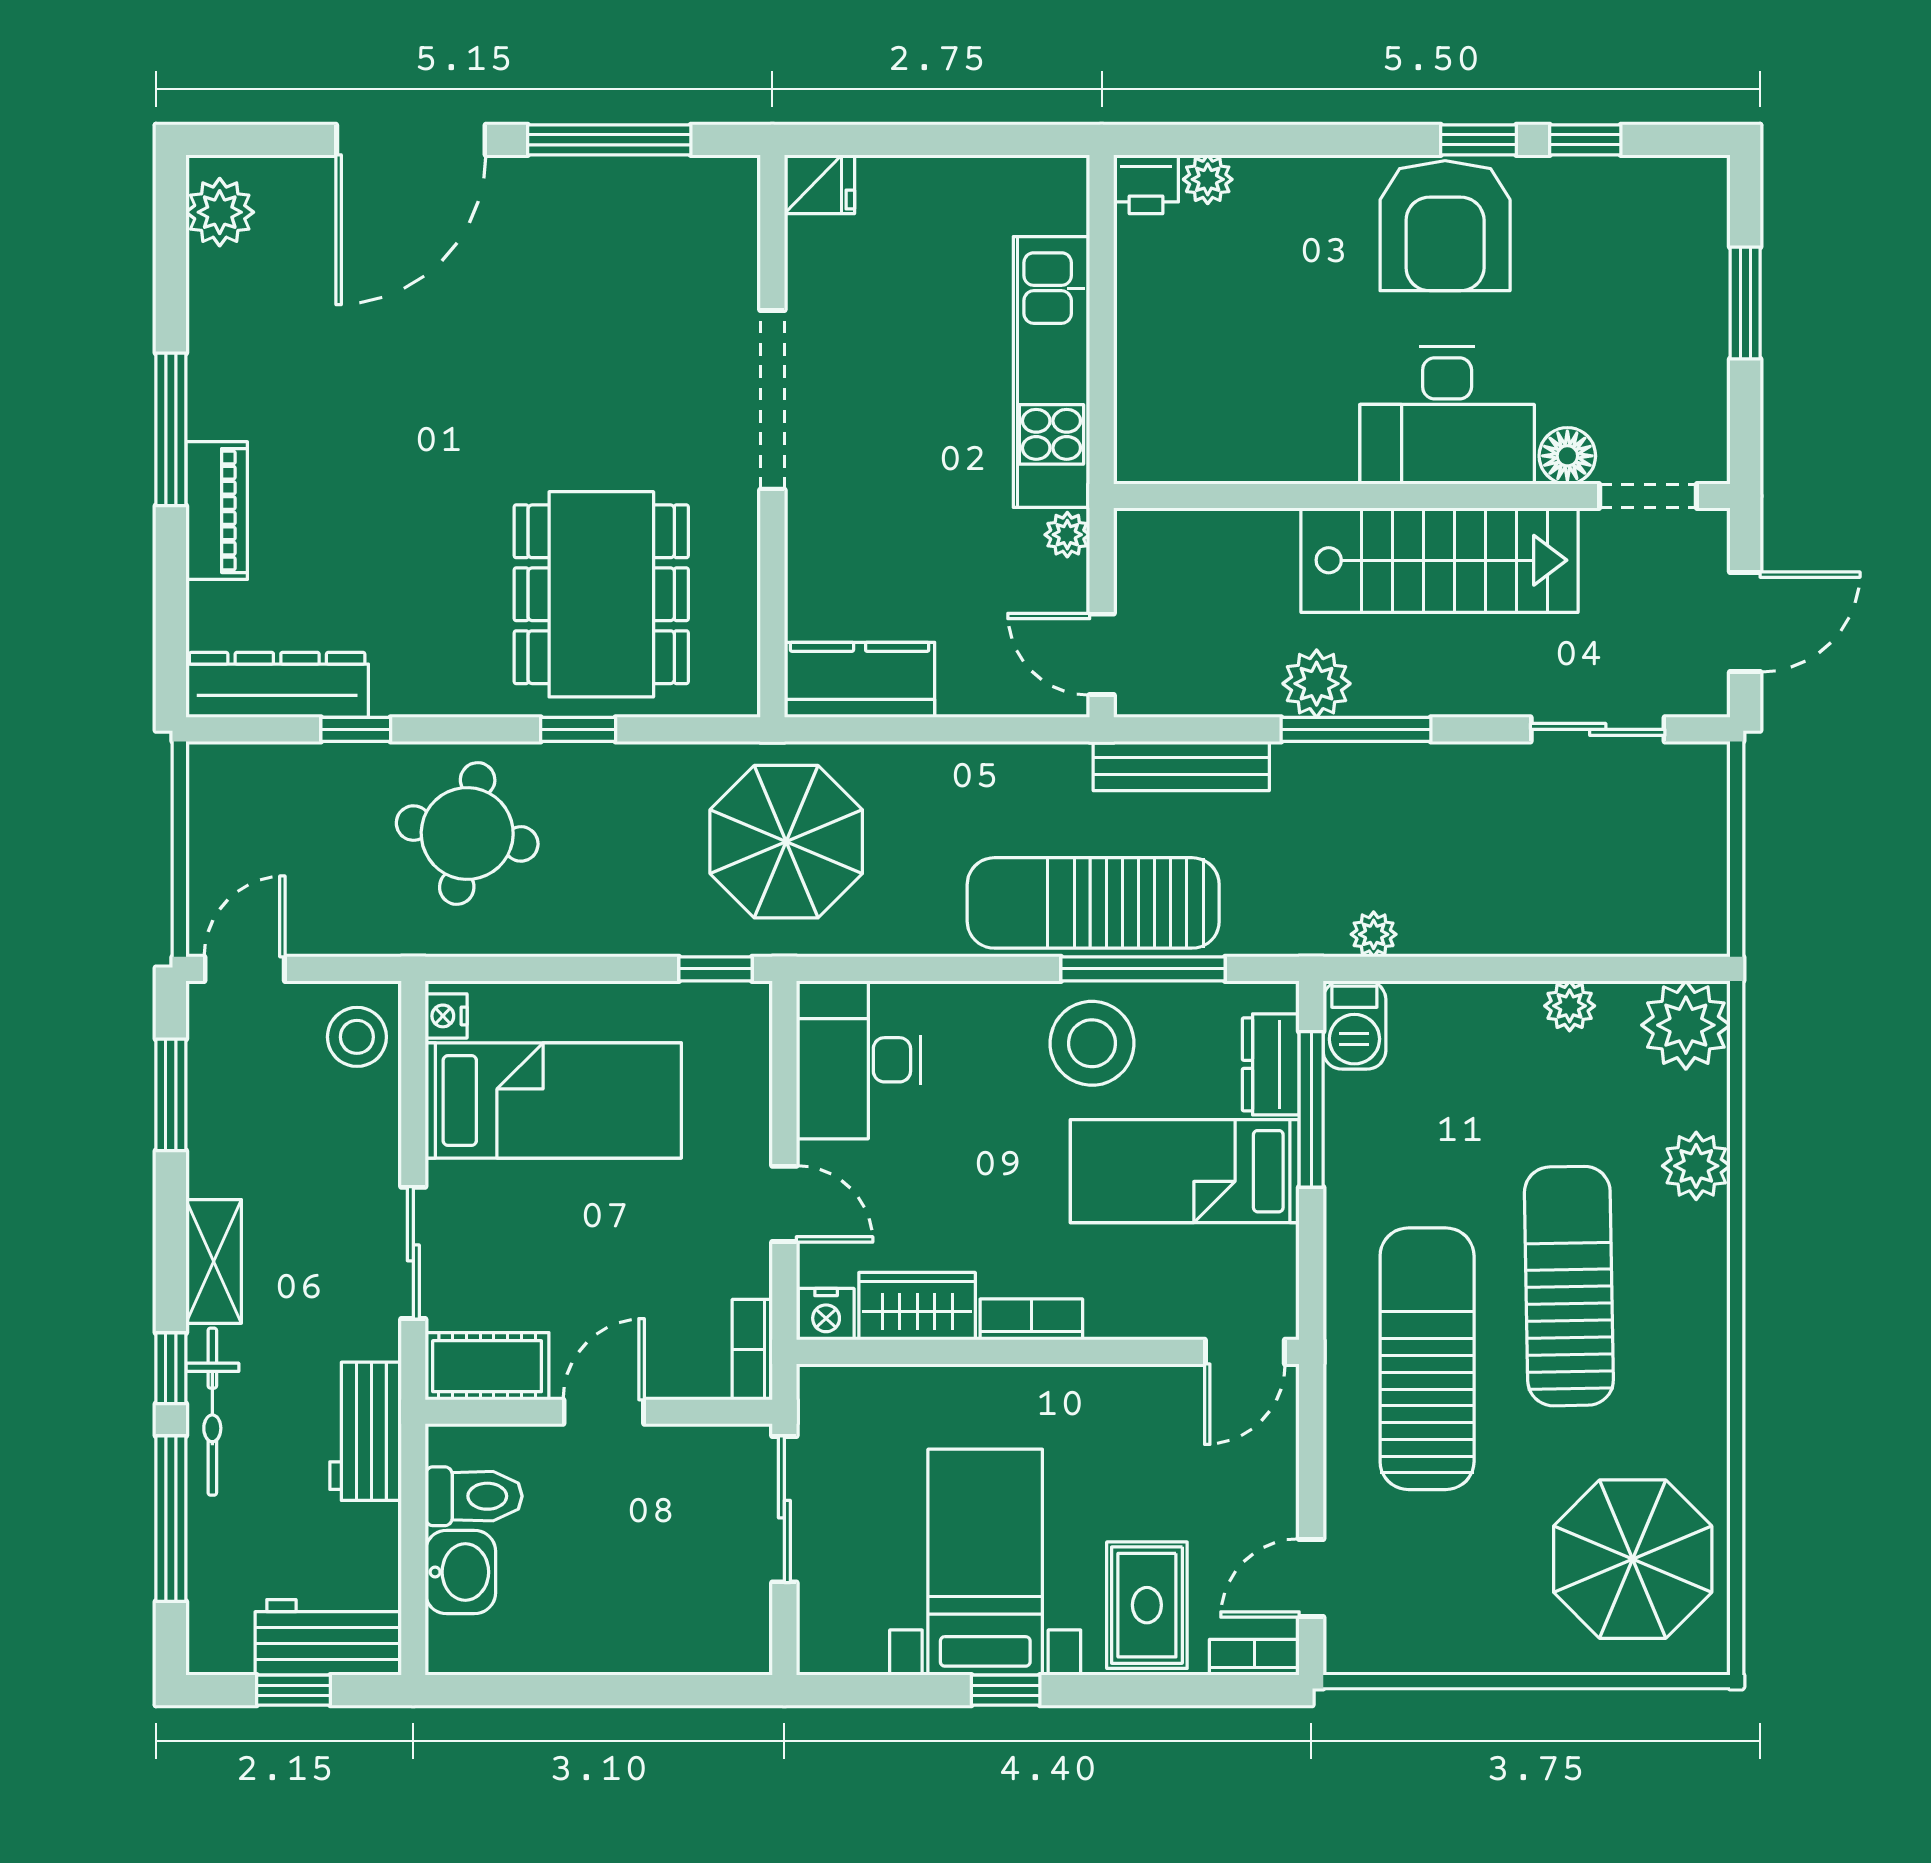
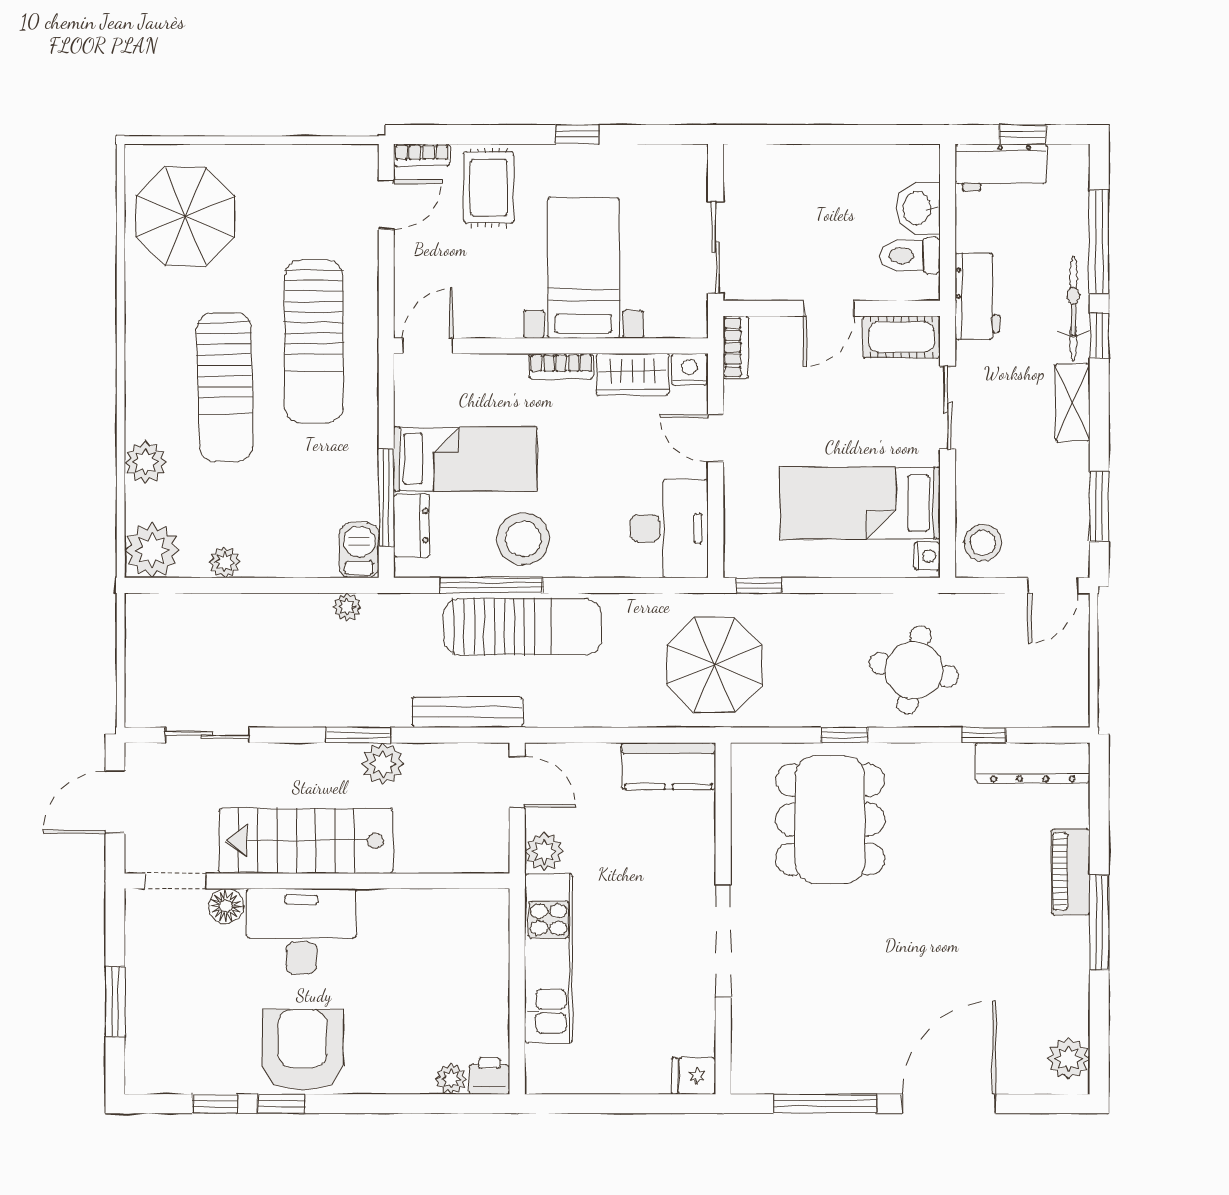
plant: (1067, 535) -> (544, 852), width x1.38, depth x1.38
window: (1356, 729) -> (358, 735), width x0.69
bed with nightstands: (985, 1562) -> (584, 268), moved, turned 180

